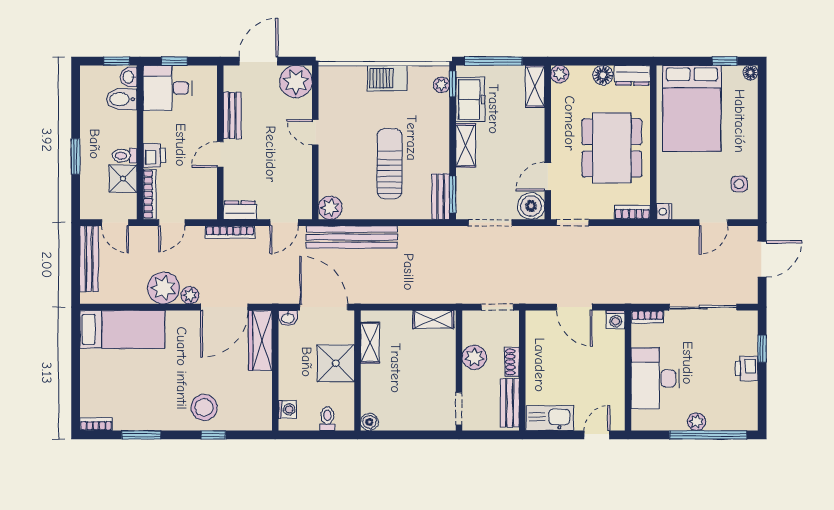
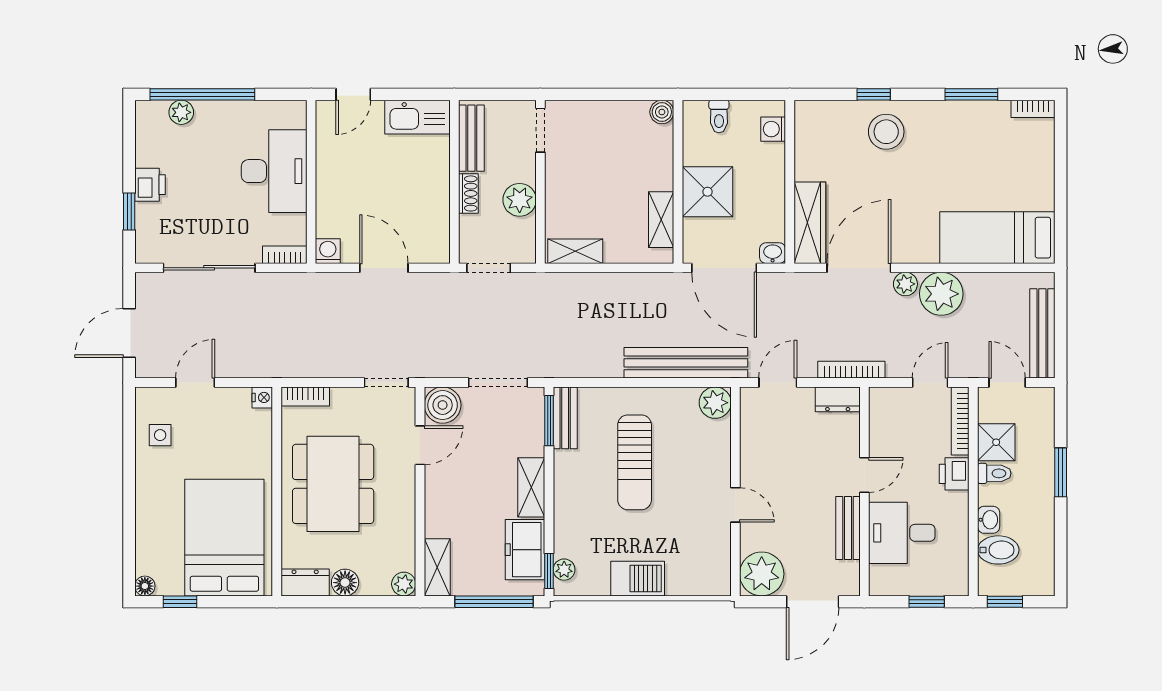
washbasin: (129, 77) -> (989, 520), moved
desk: (168, 88) -> (902, 533), moved, turned 180
plant: (697, 422) -> (181, 112), moved

